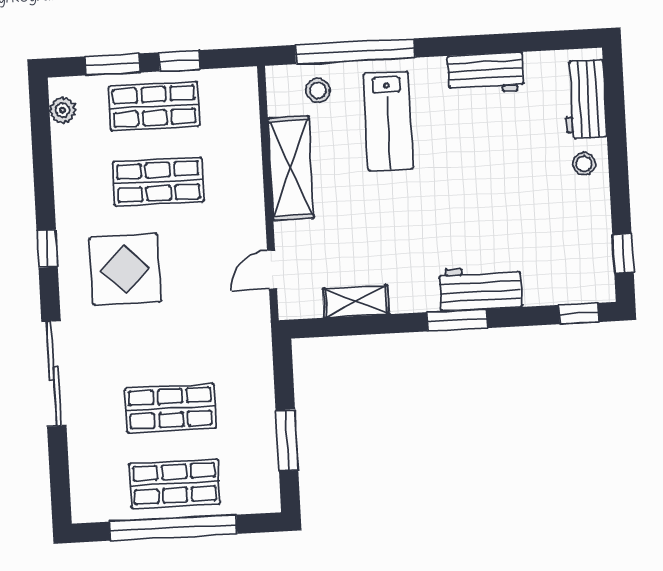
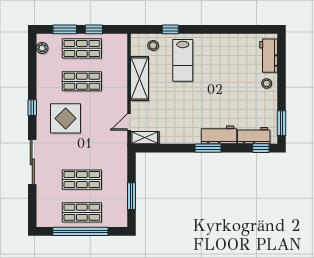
window: (355, 51) -> (170, 29), width x0.32
workbench: (486, 73) -> (254, 136), moved, turned 180
window: (623, 253) -> (281, 123), width x1.50
shelving: (356, 301) -> (145, 138), moved

